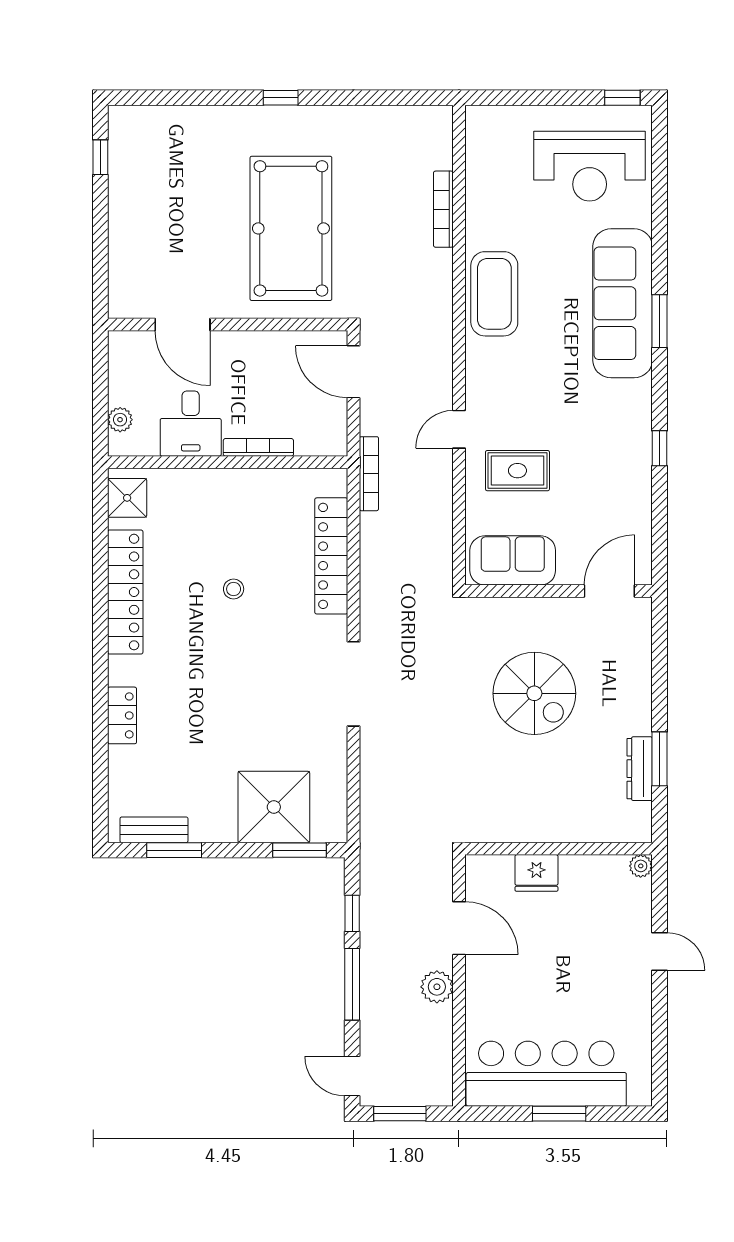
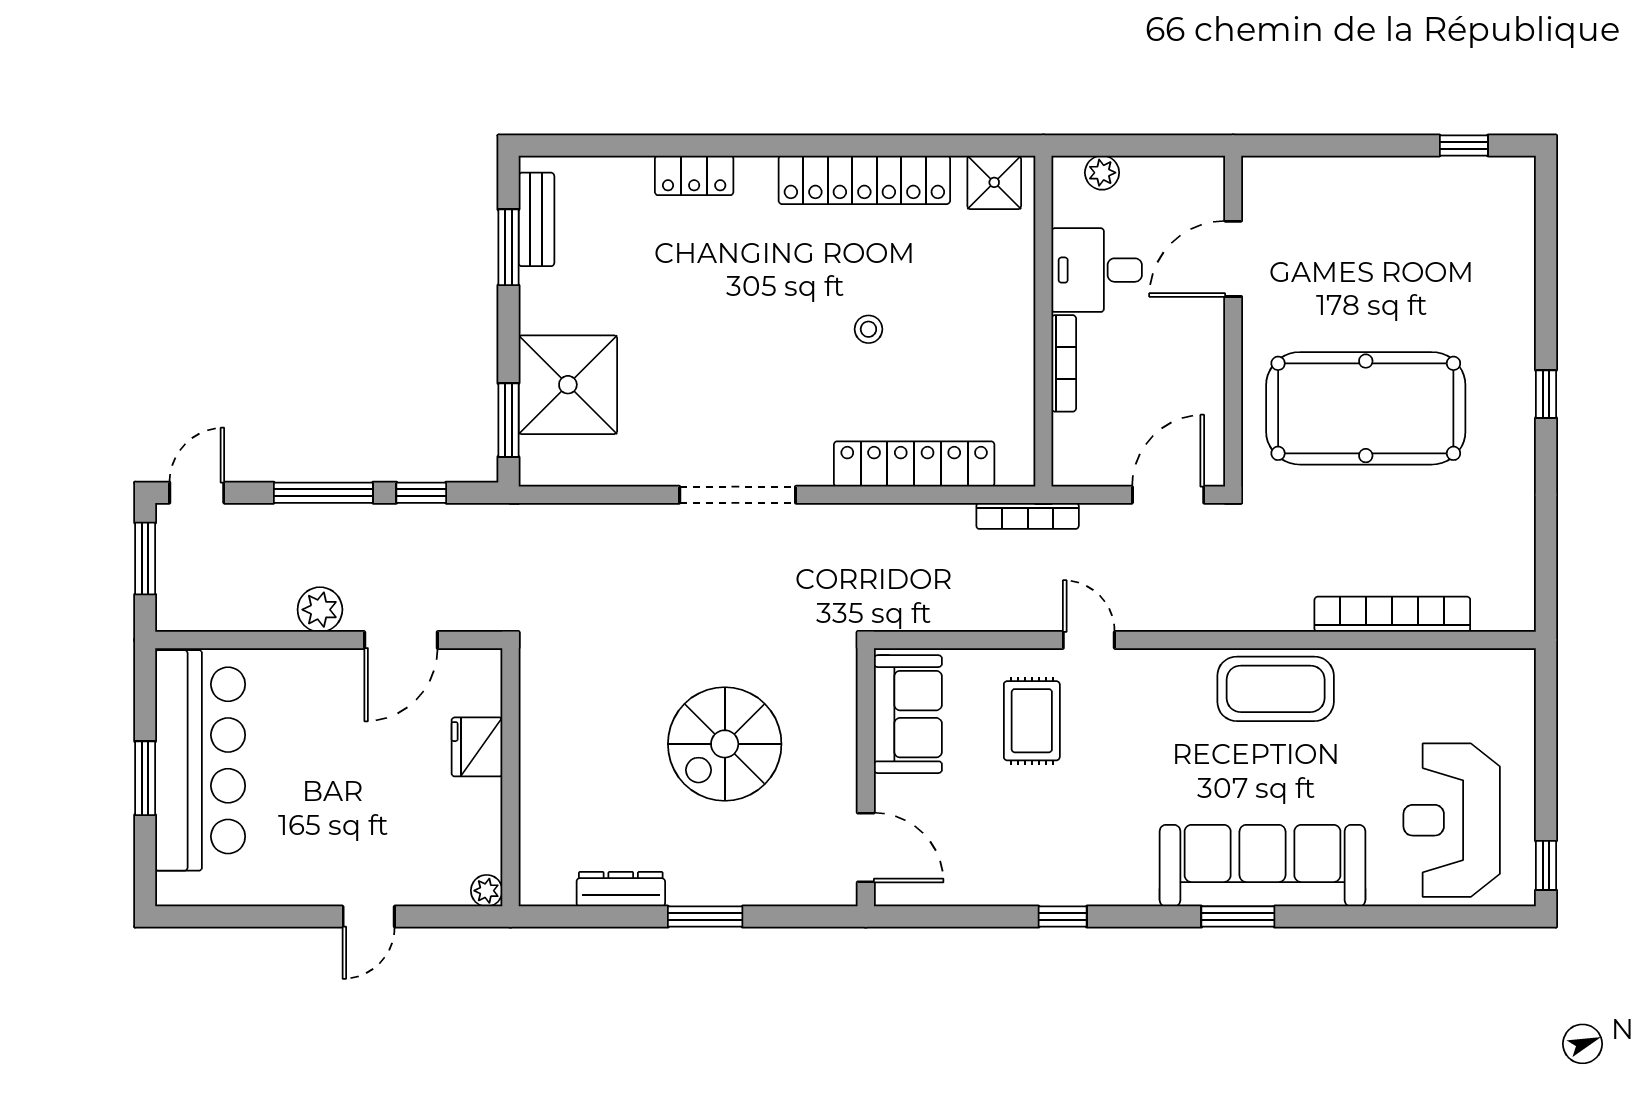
bookcase: (443, 209) -> (1392, 614), width x1.48, depth x1.31
window: (660, 759) -> (705, 917), moved

